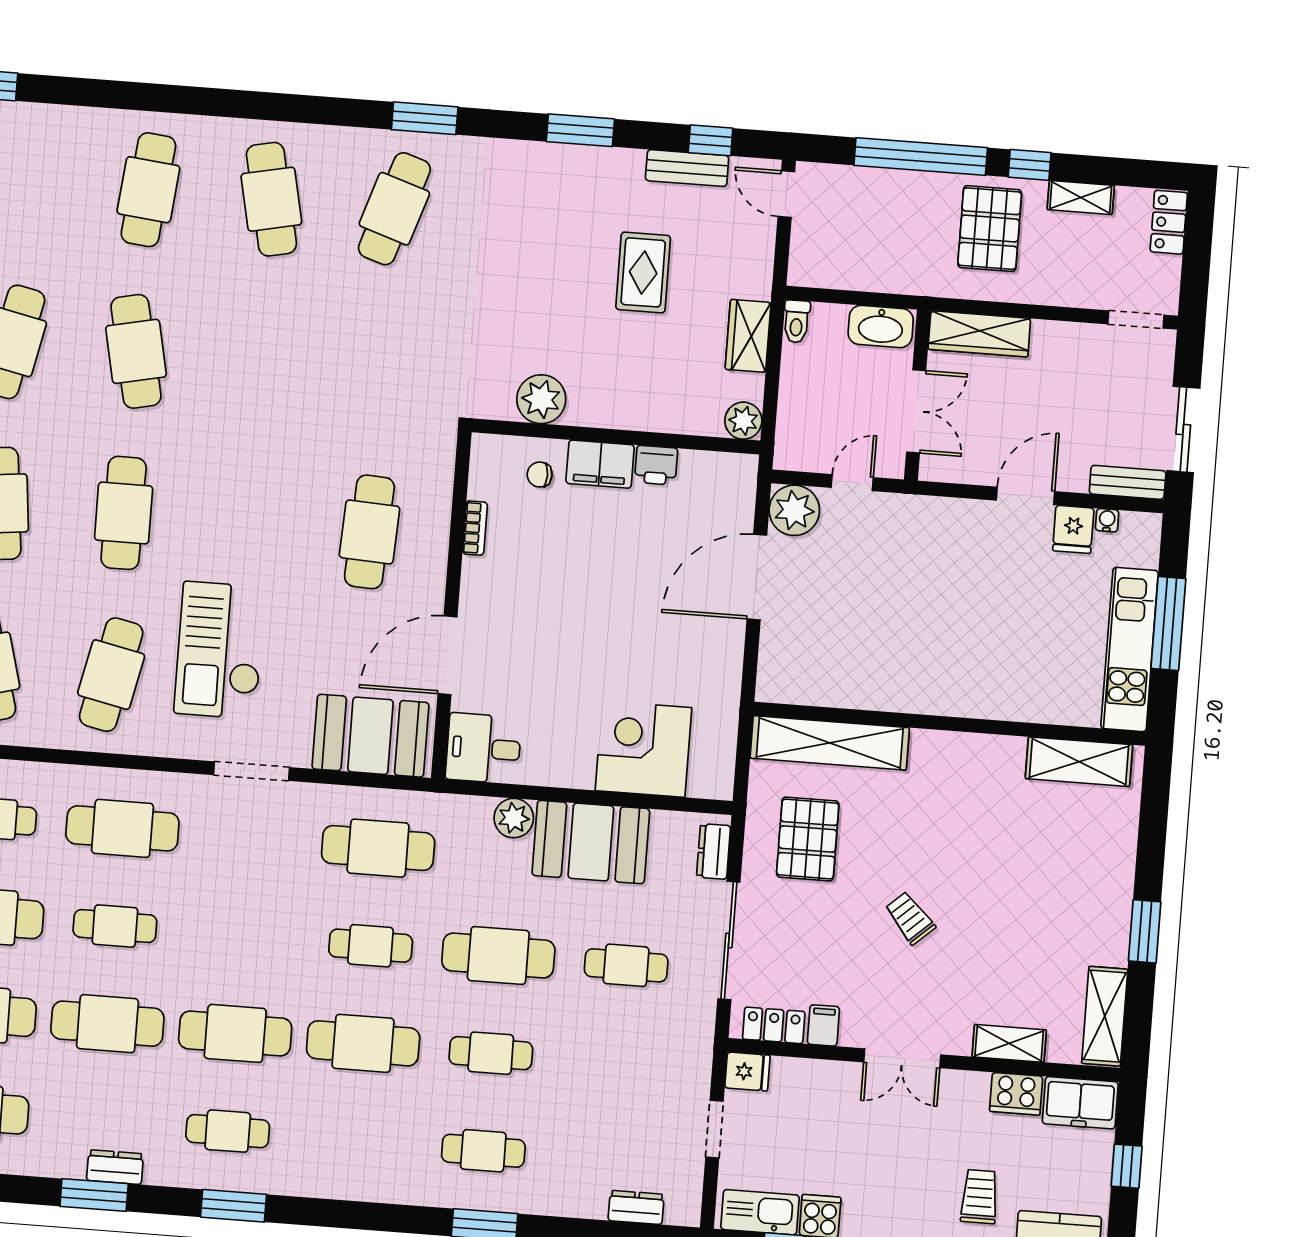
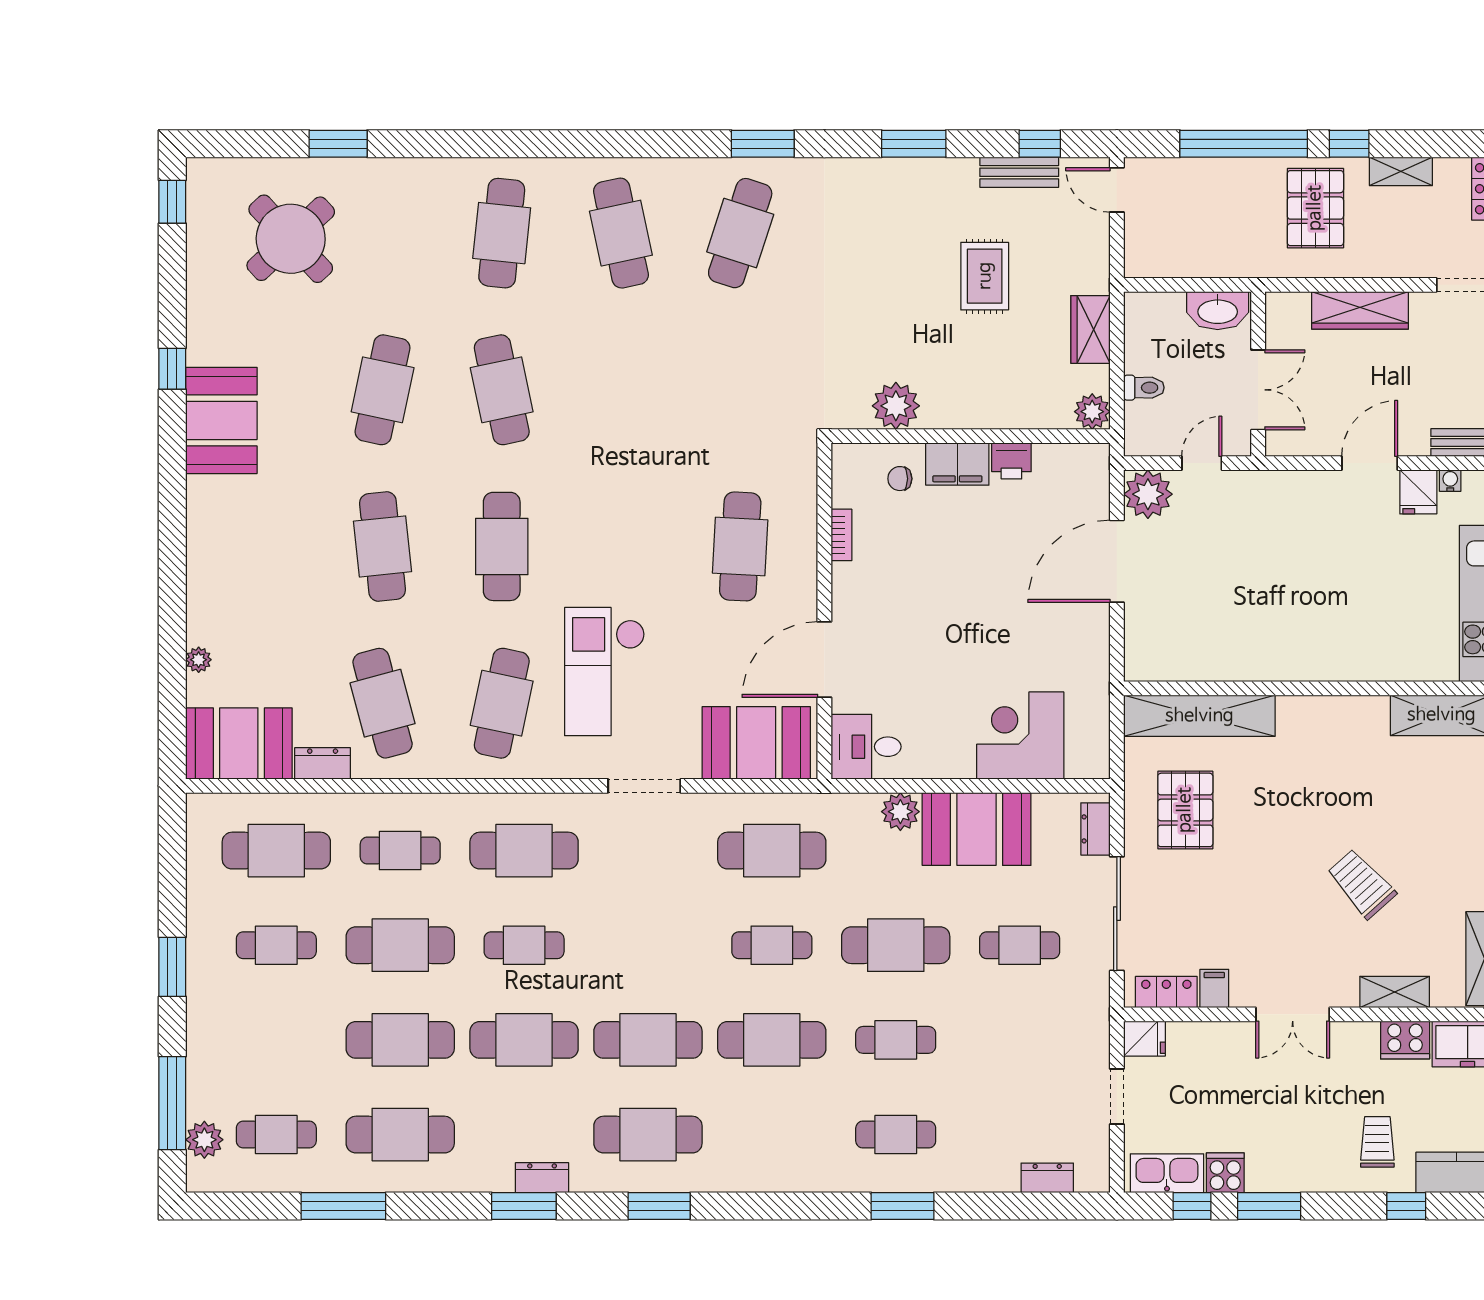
toilet: (796, 321) -> (1144, 388), moved, turned -90
wardrobe: (979, 334) -> (1360, 310), moved
trolley: (910, 918) -> (1361, 884), moved, width x1.36, depth x1.39
cafe table: (228, 1131) -> (648, 1135), width x1.37, depth x1.35

